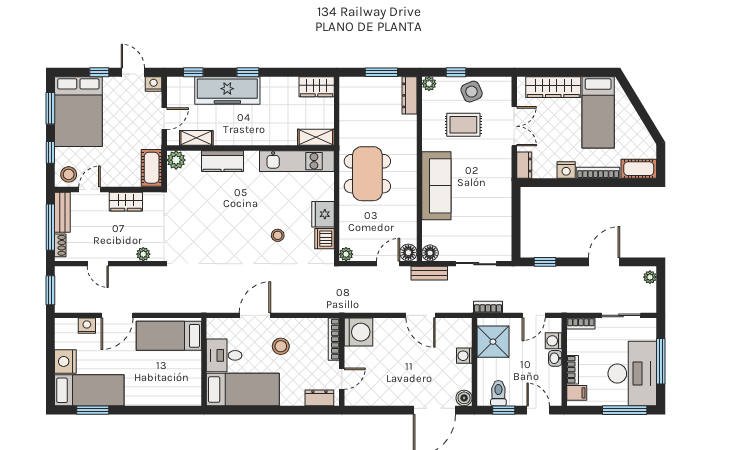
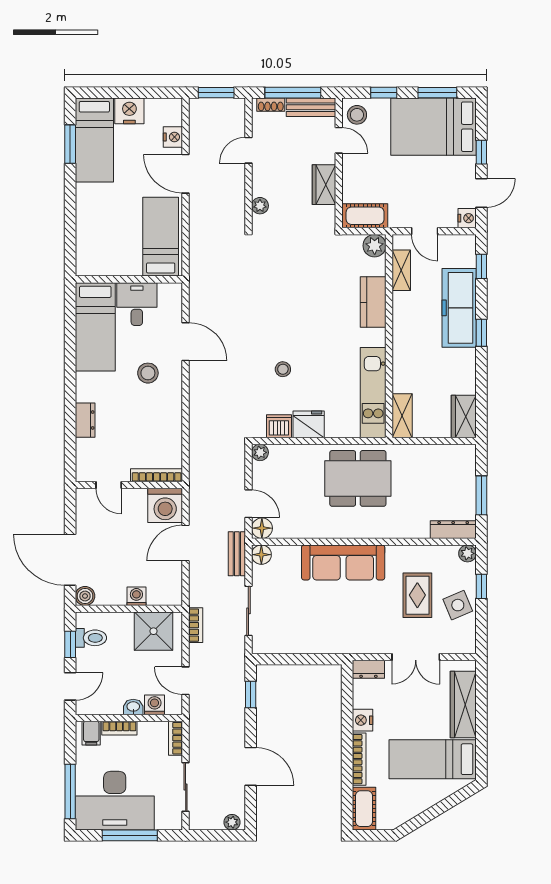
washing machine: (359, 332) -> (165, 505), moved
bookcase: (334, 339) -> (157, 475), moved
wall: (342, 362) -> (129, 485), moved
door: (342, 379) -> (109, 485), moved

